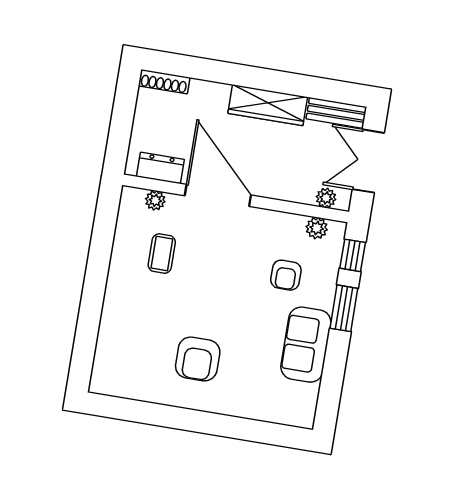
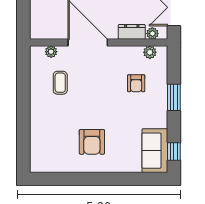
dresser: (160, 168) -> (132, 32), moved
window: (353, 255) -> (174, 152), moved
sofa: (306, 345) -> (155, 151), moved

